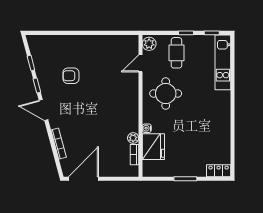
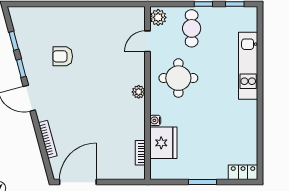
kitchen unit: (223, 62) -> (248, 66), moved
plant: (133, 138) -> (139, 92), moved

